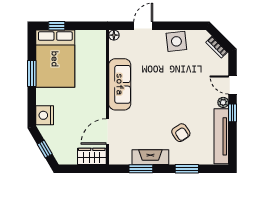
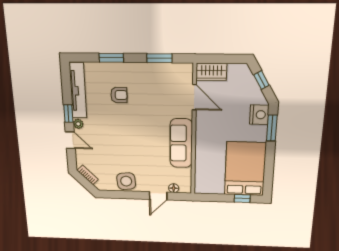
floor lamp: (114, 35) -> (174, 188), moved
window: (32, 73) -> (272, 128), moved
door: (107, 131) -> (194, 97), hinge flipped
armchair: (181, 133) -> (119, 95), turned 124
fireplace: (150, 157) -> (150, 70), removed

